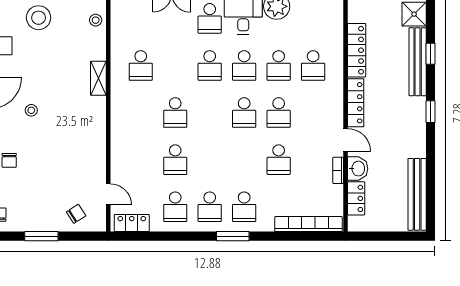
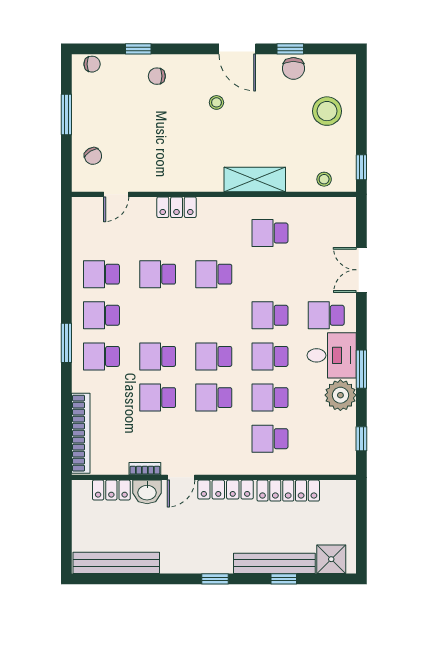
shelving: (98, 78) -> (255, 179), width x1.50, depth x1.33
school desk: (244, 160) -> (158, 356), added
locker: (132, 223) -> (177, 207), moved, turned 90

